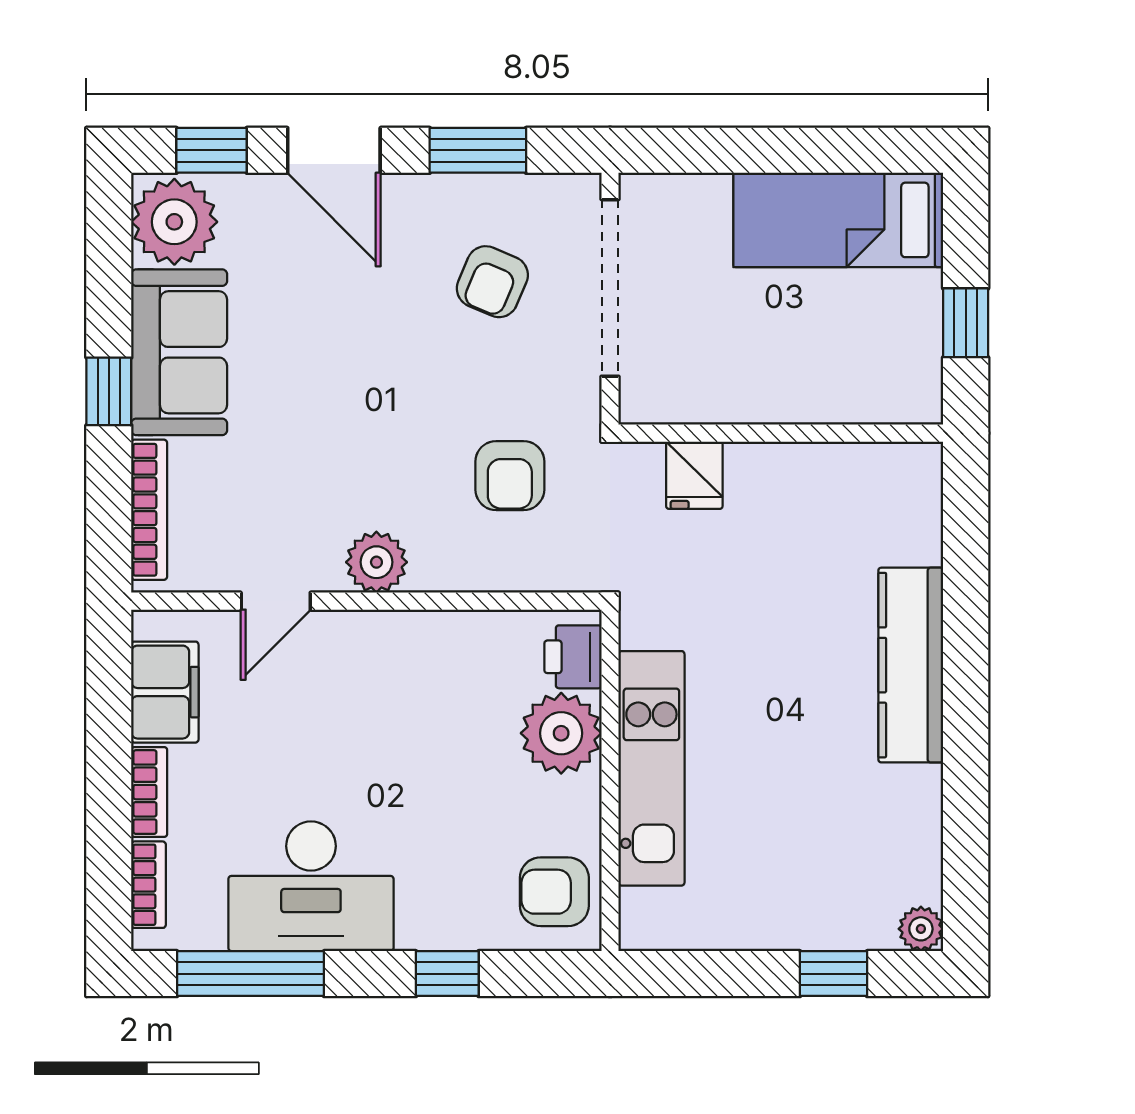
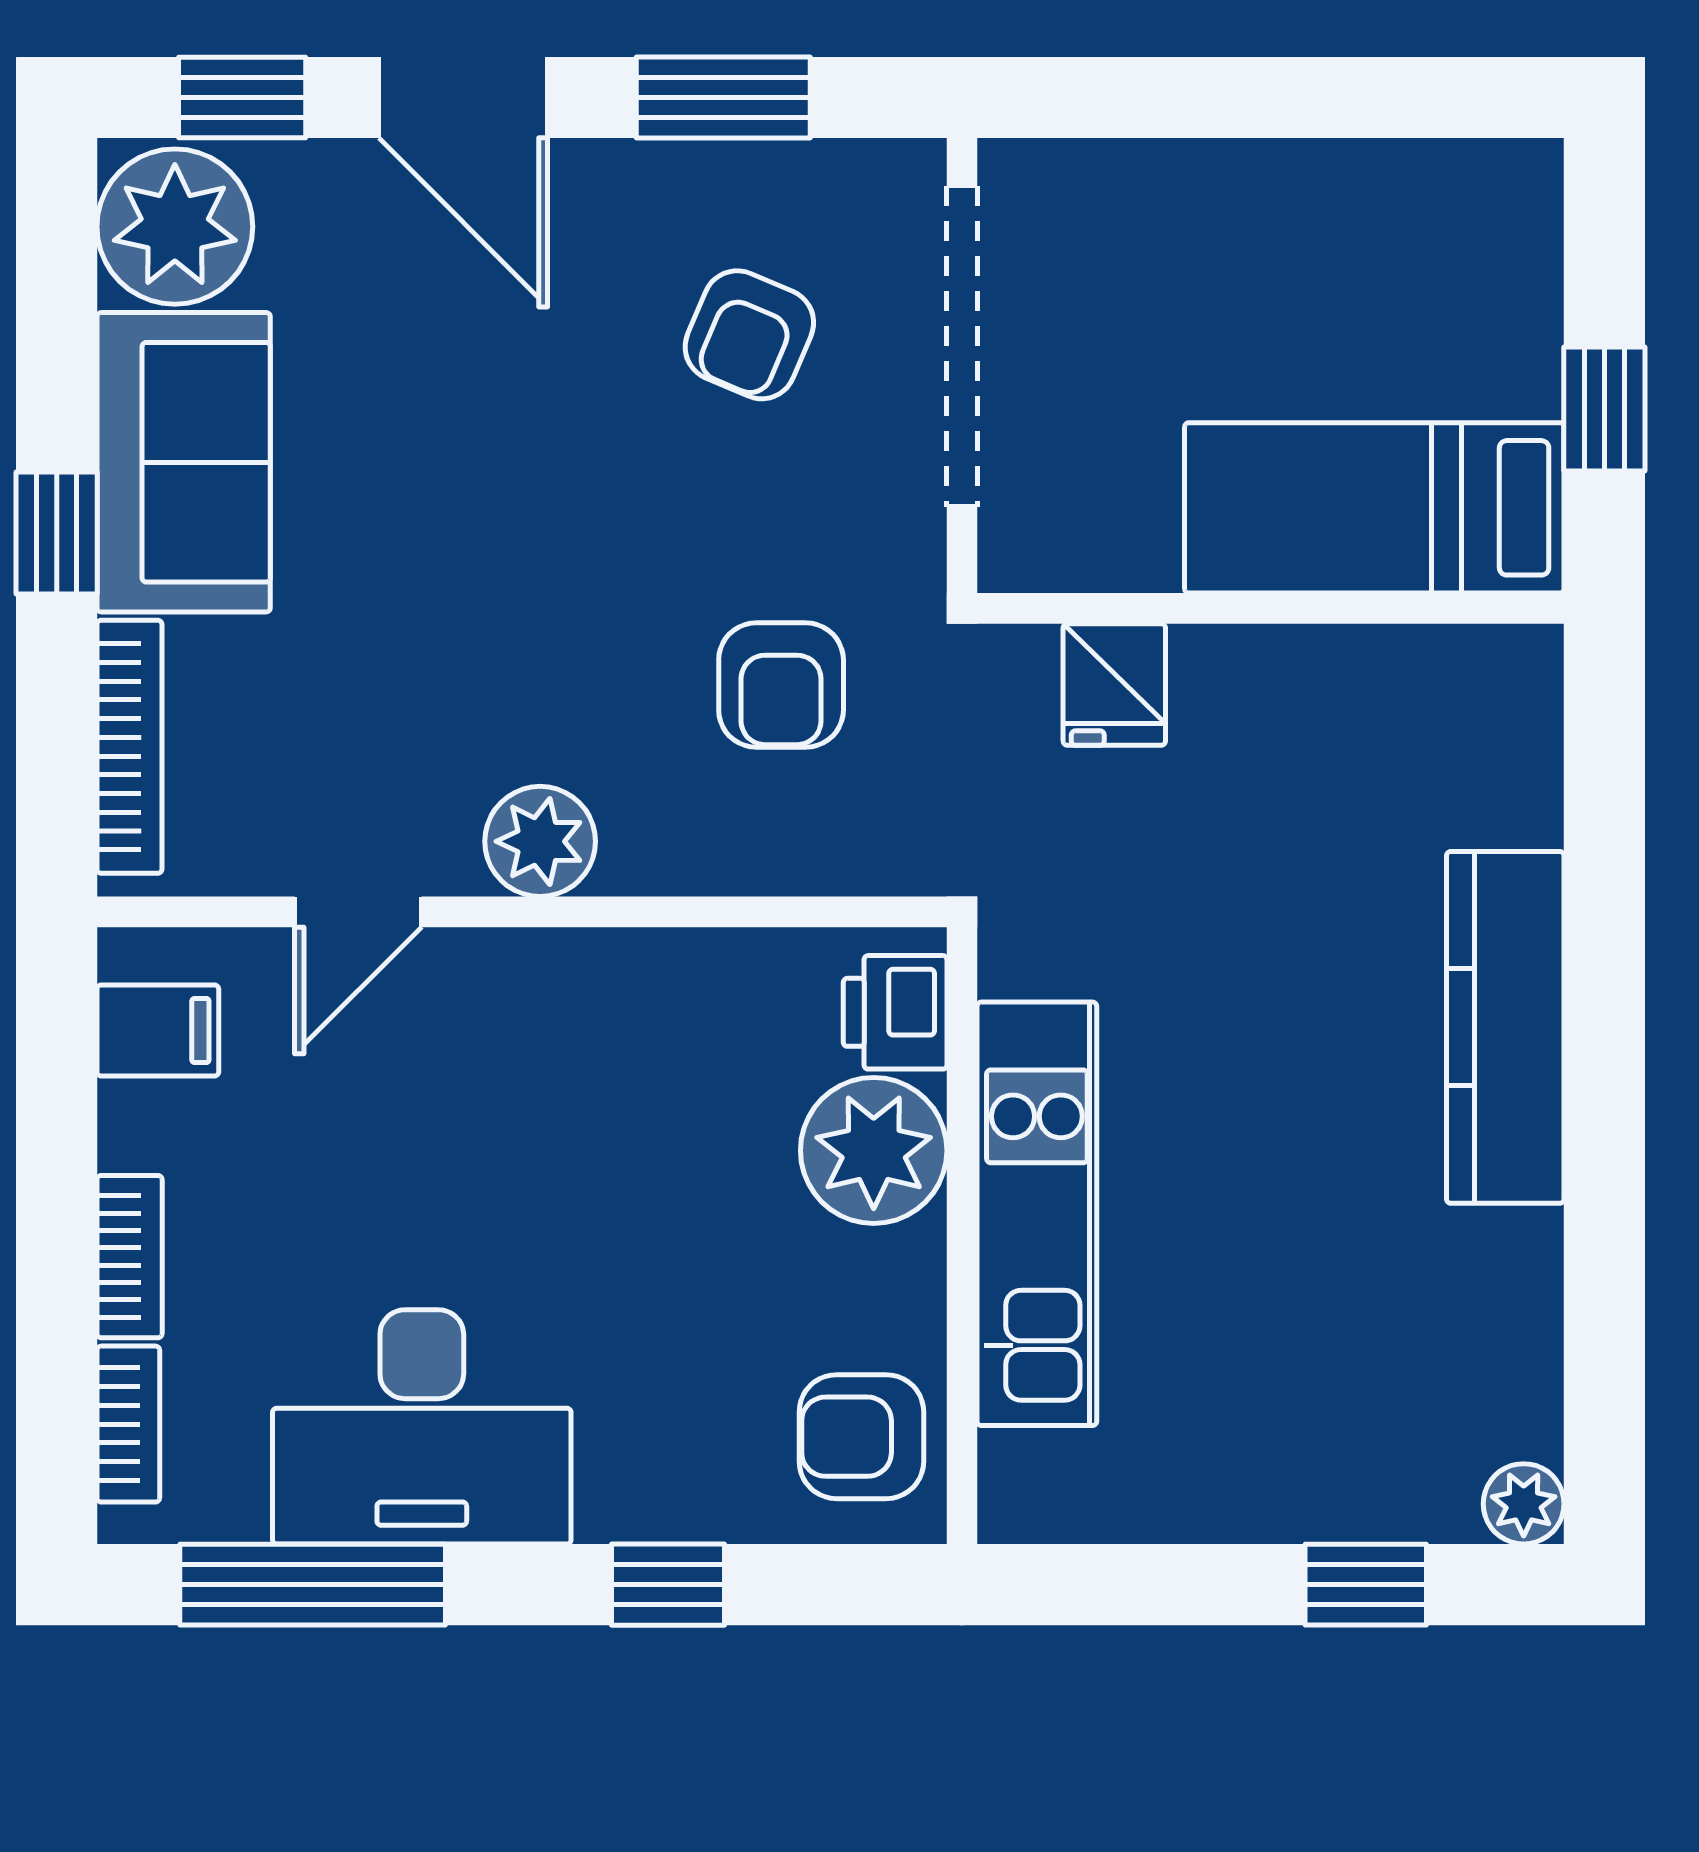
bed: (838, 220) -> (1374, 508), moved
filing cabinet: (165, 692) -> (158, 1030), width x0.50

